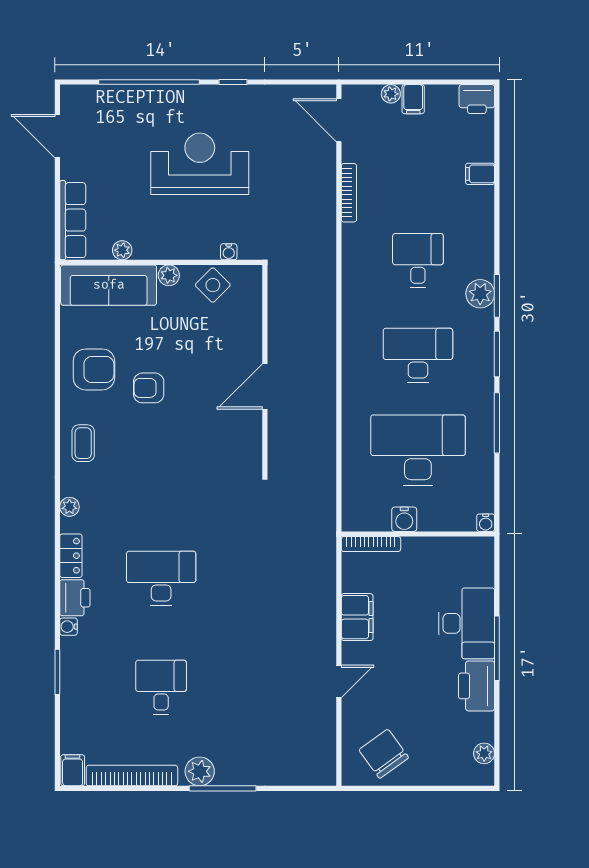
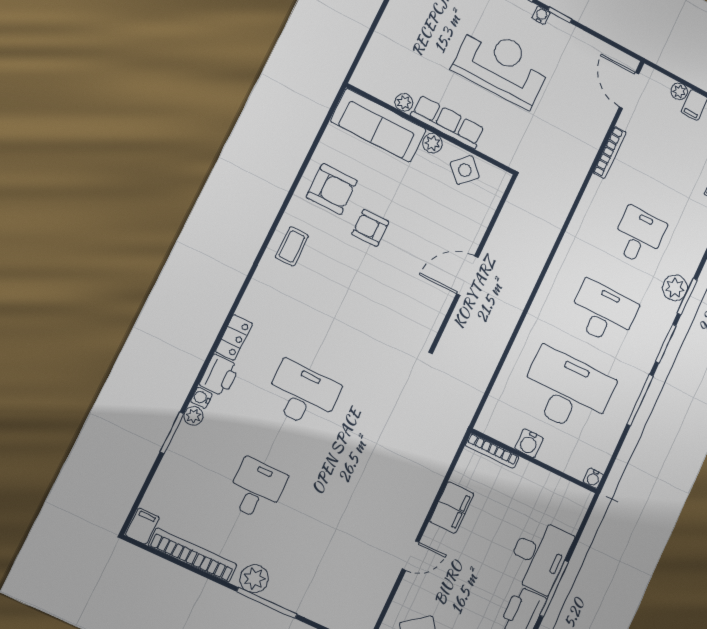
row of seats: (73, 220) -> (448, 122), moved, turned -90
water cooler: (229, 252) -> (541, 15), moved, turned 180
plant: (69, 507) -> (193, 416), moved

